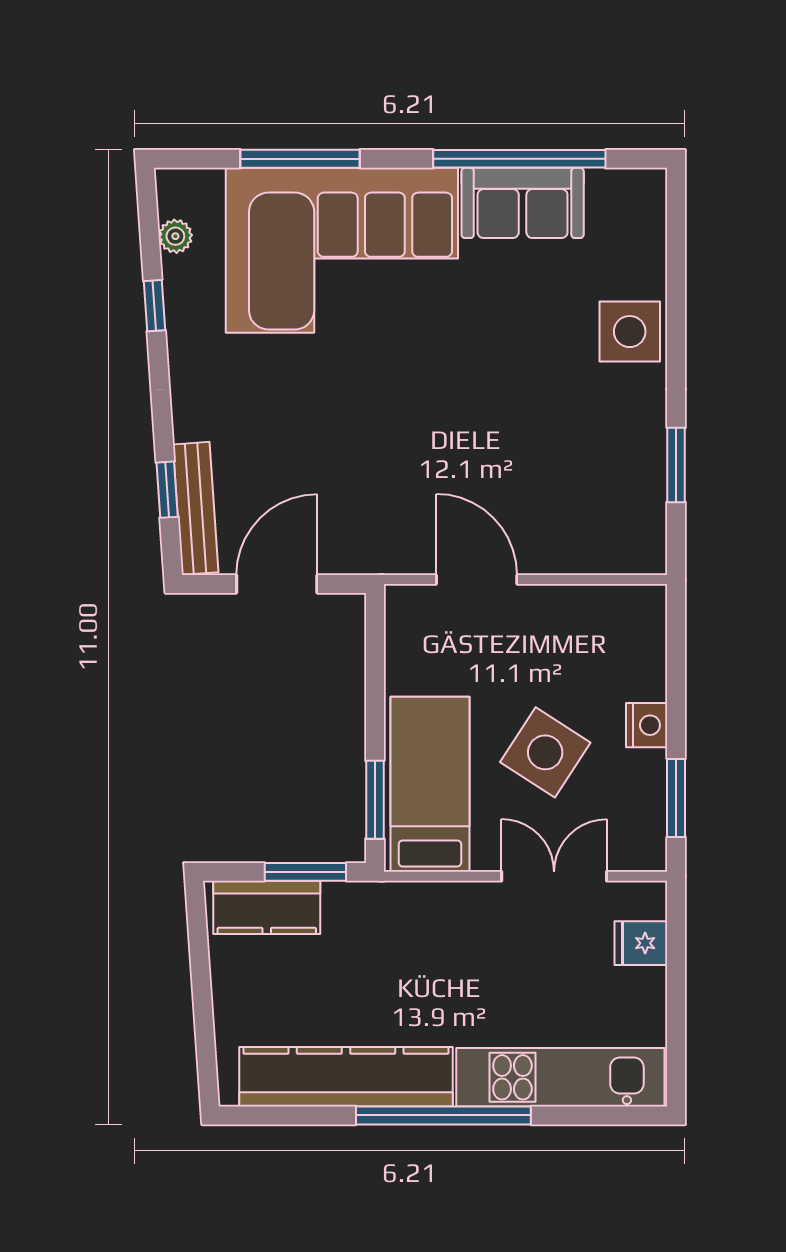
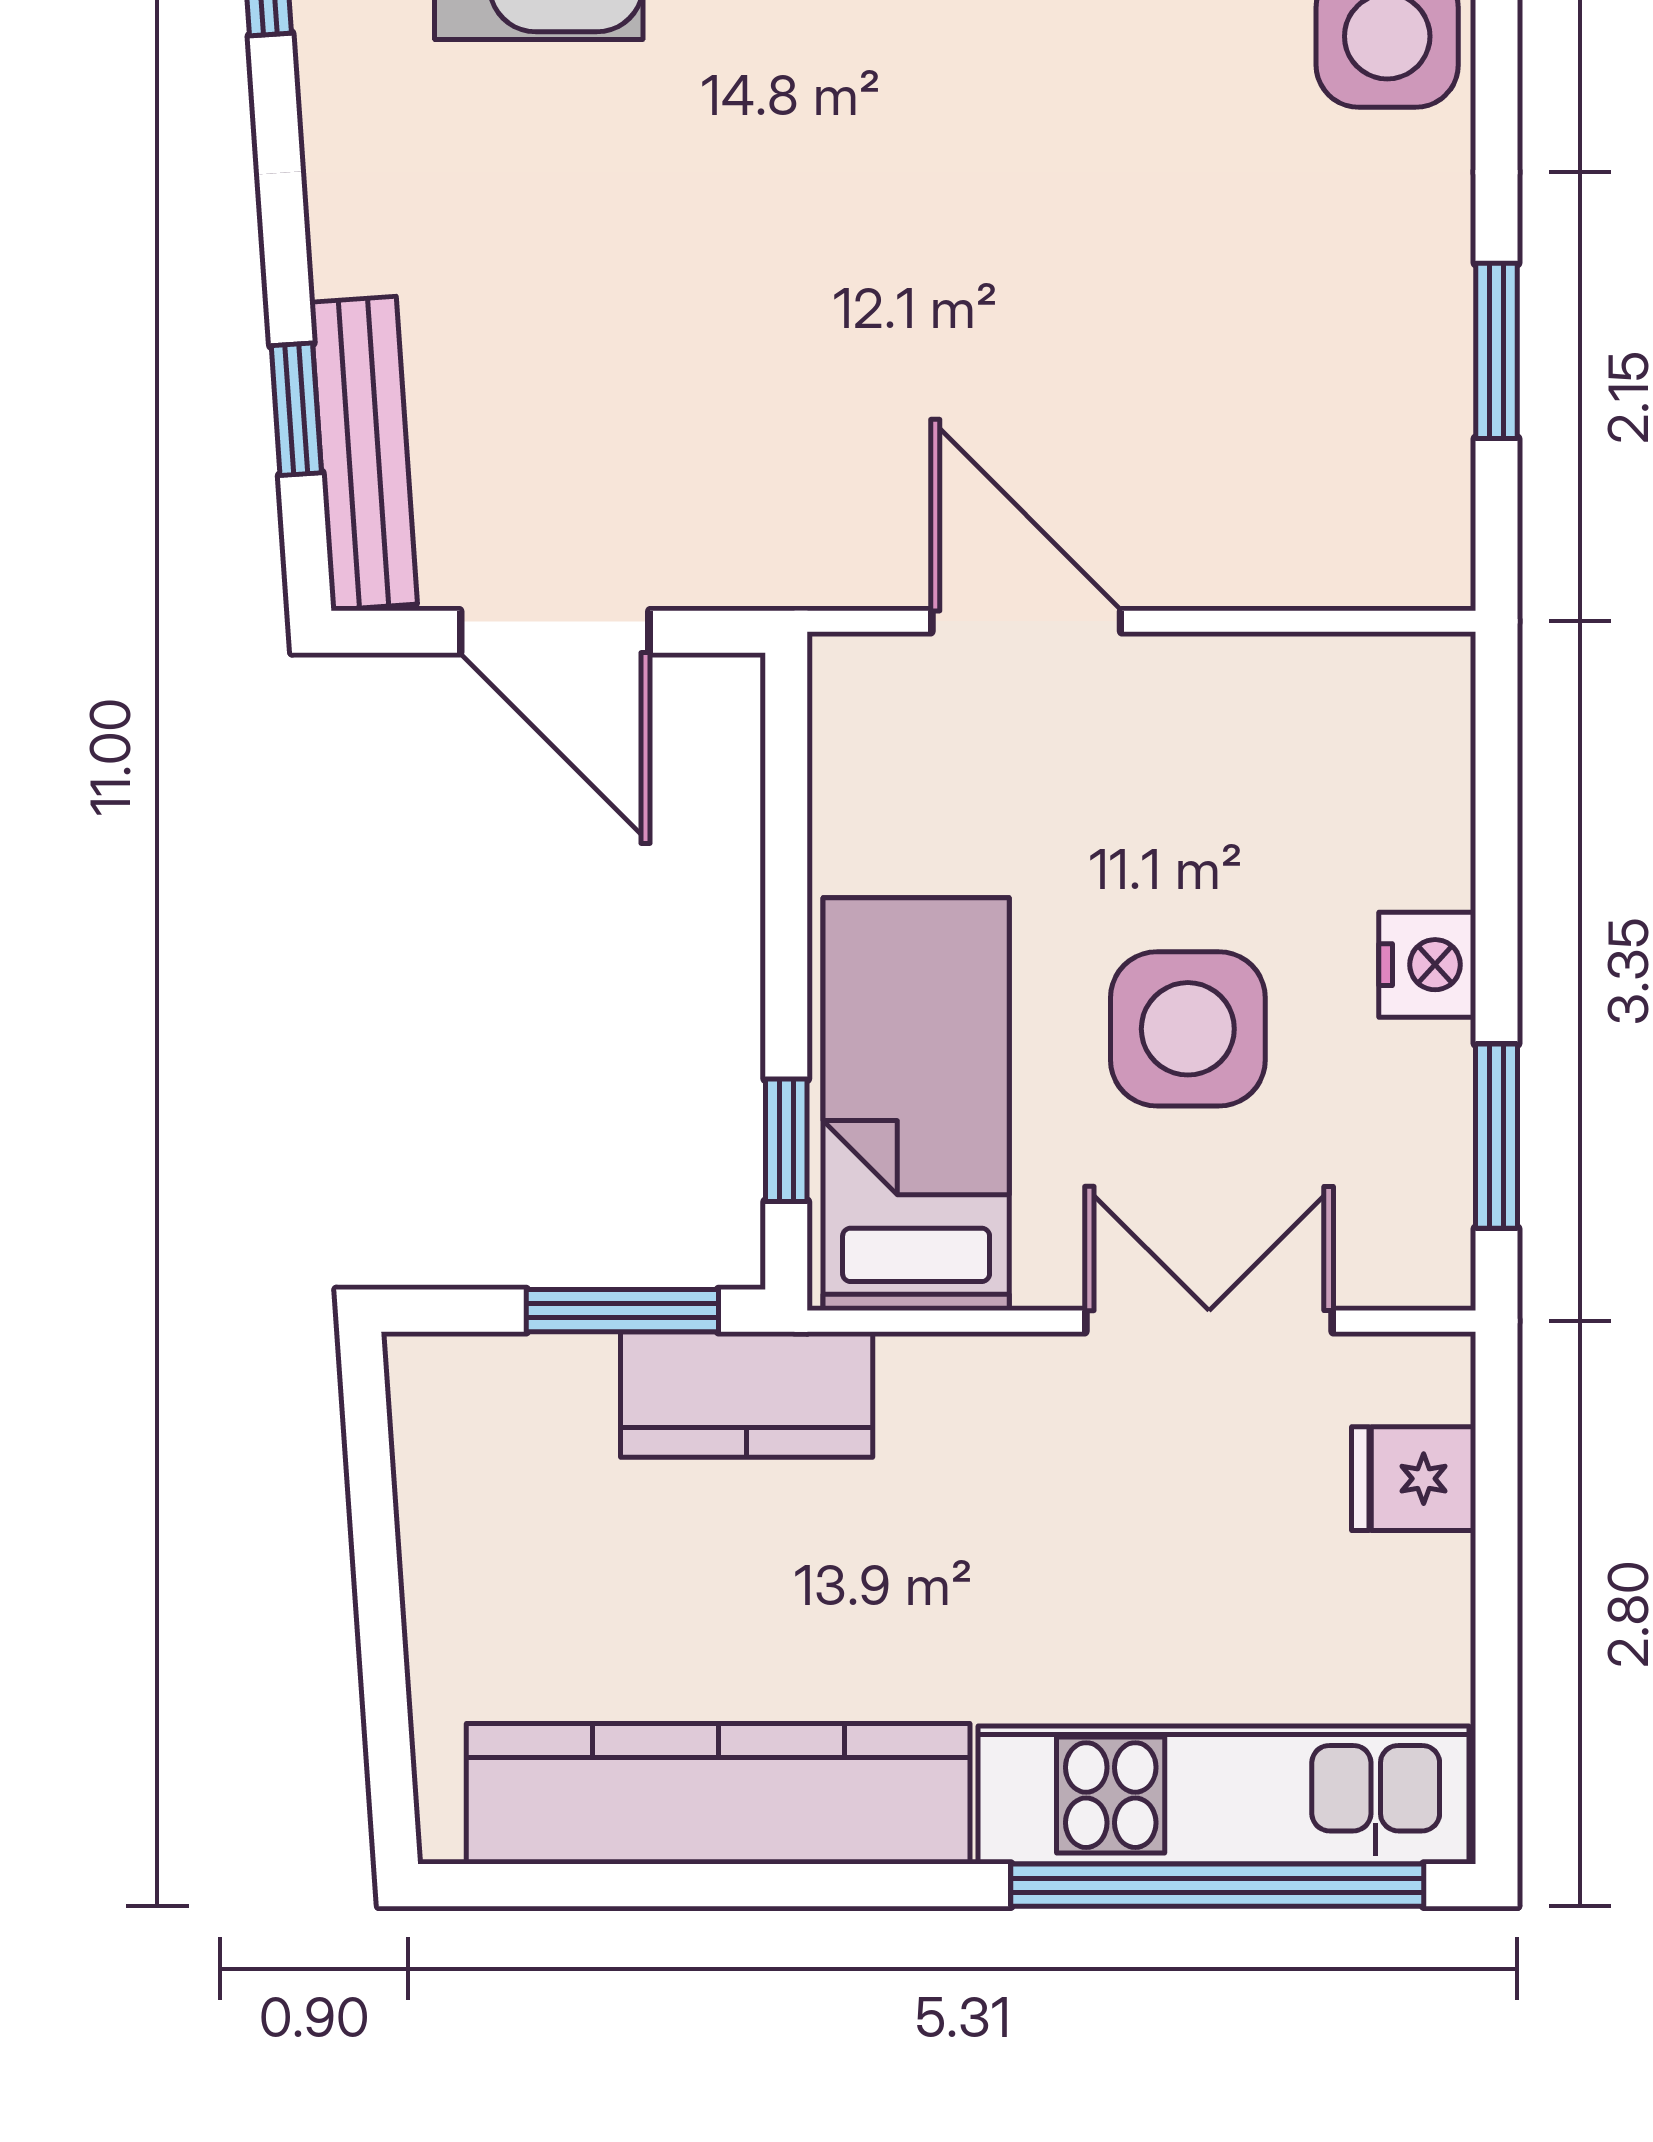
door: (277, 584) -> (555, 632), swing flipped
side table: (545, 752) -> (1188, 1029), turned -33
window: (375, 800) -> (786, 1140), width x0.67
kitchen counter: (267, 907) -> (747, 1394), moved
window: (443, 1115) -> (1217, 1885), moved

